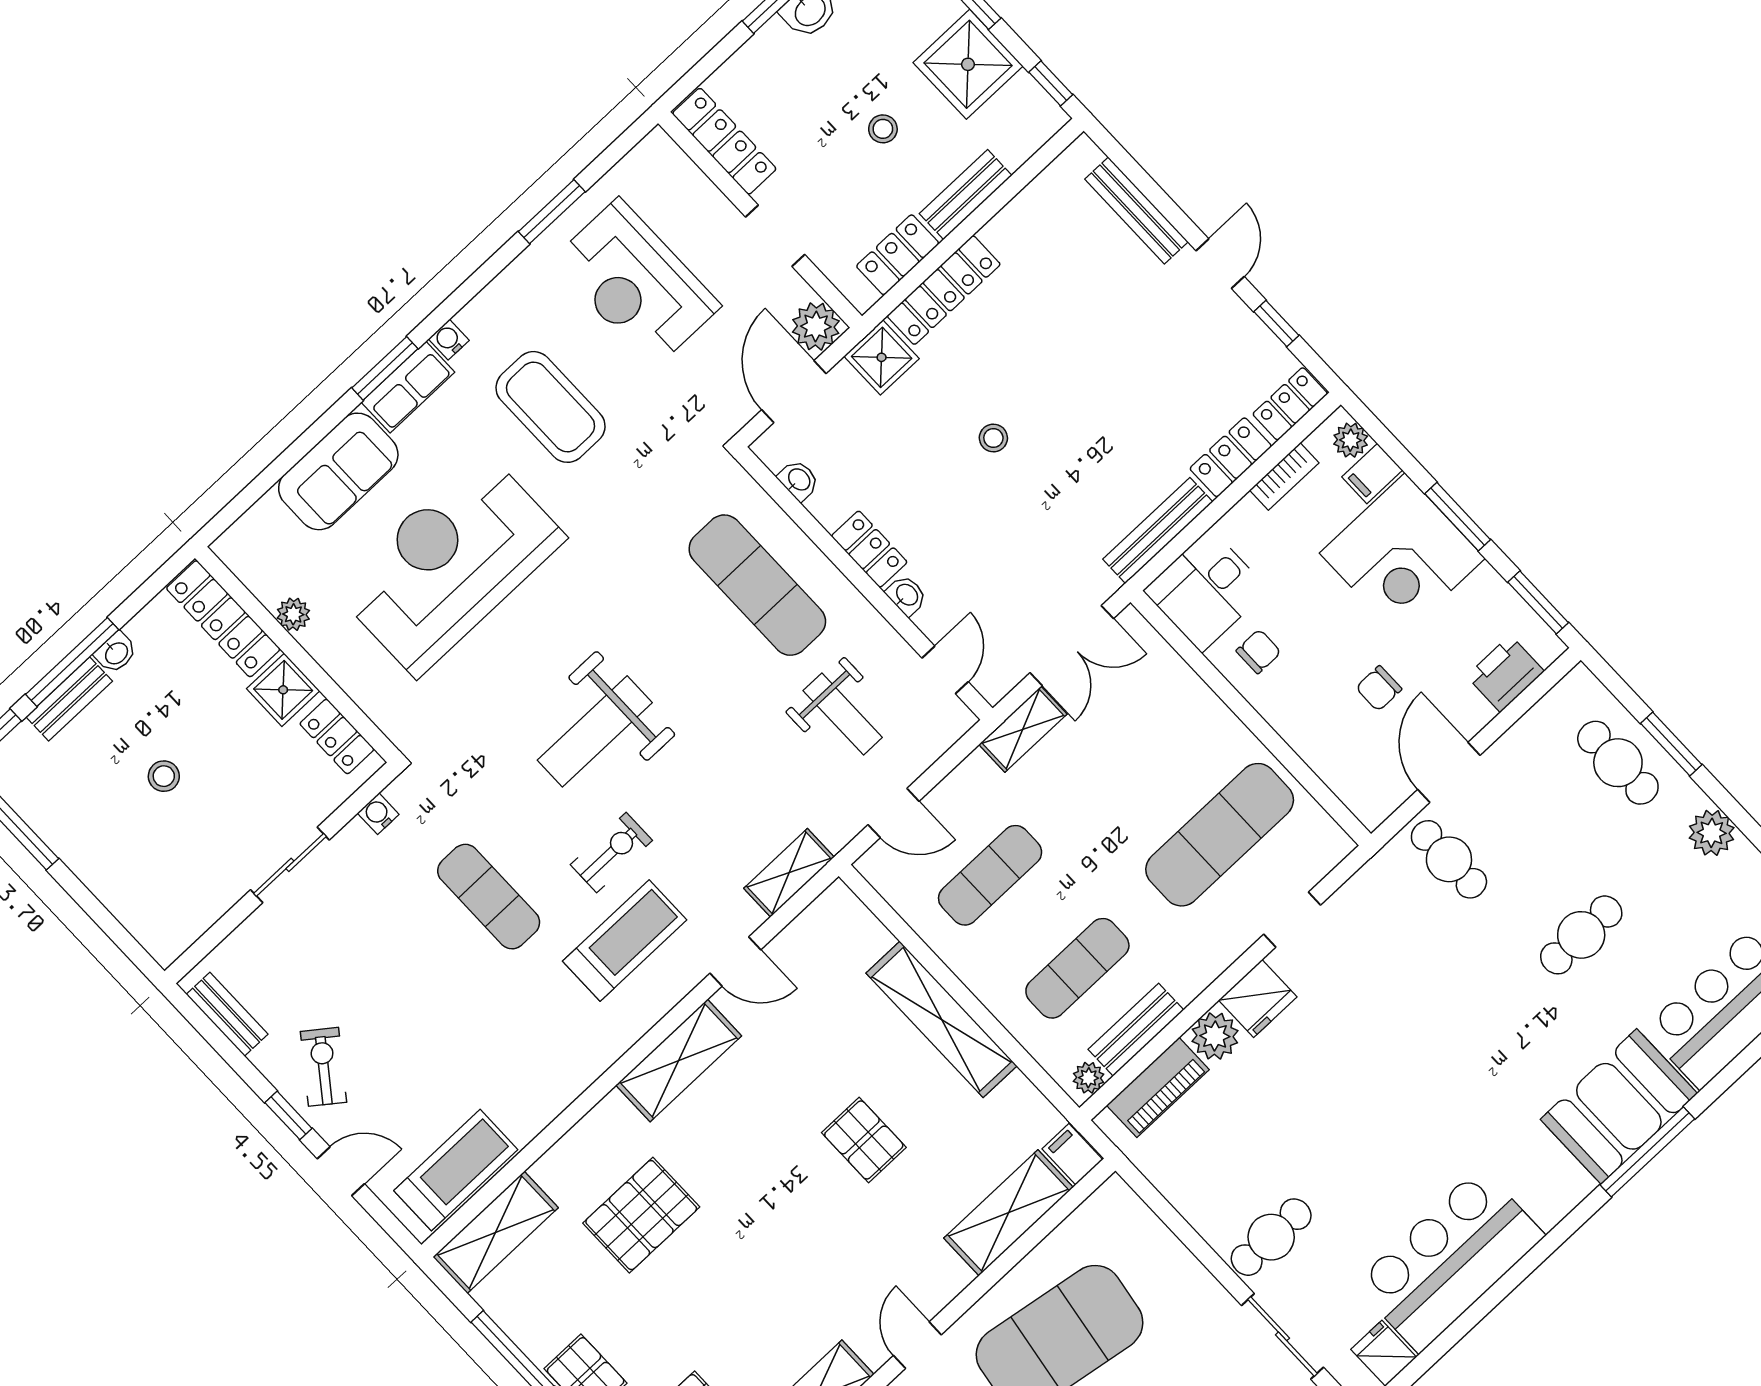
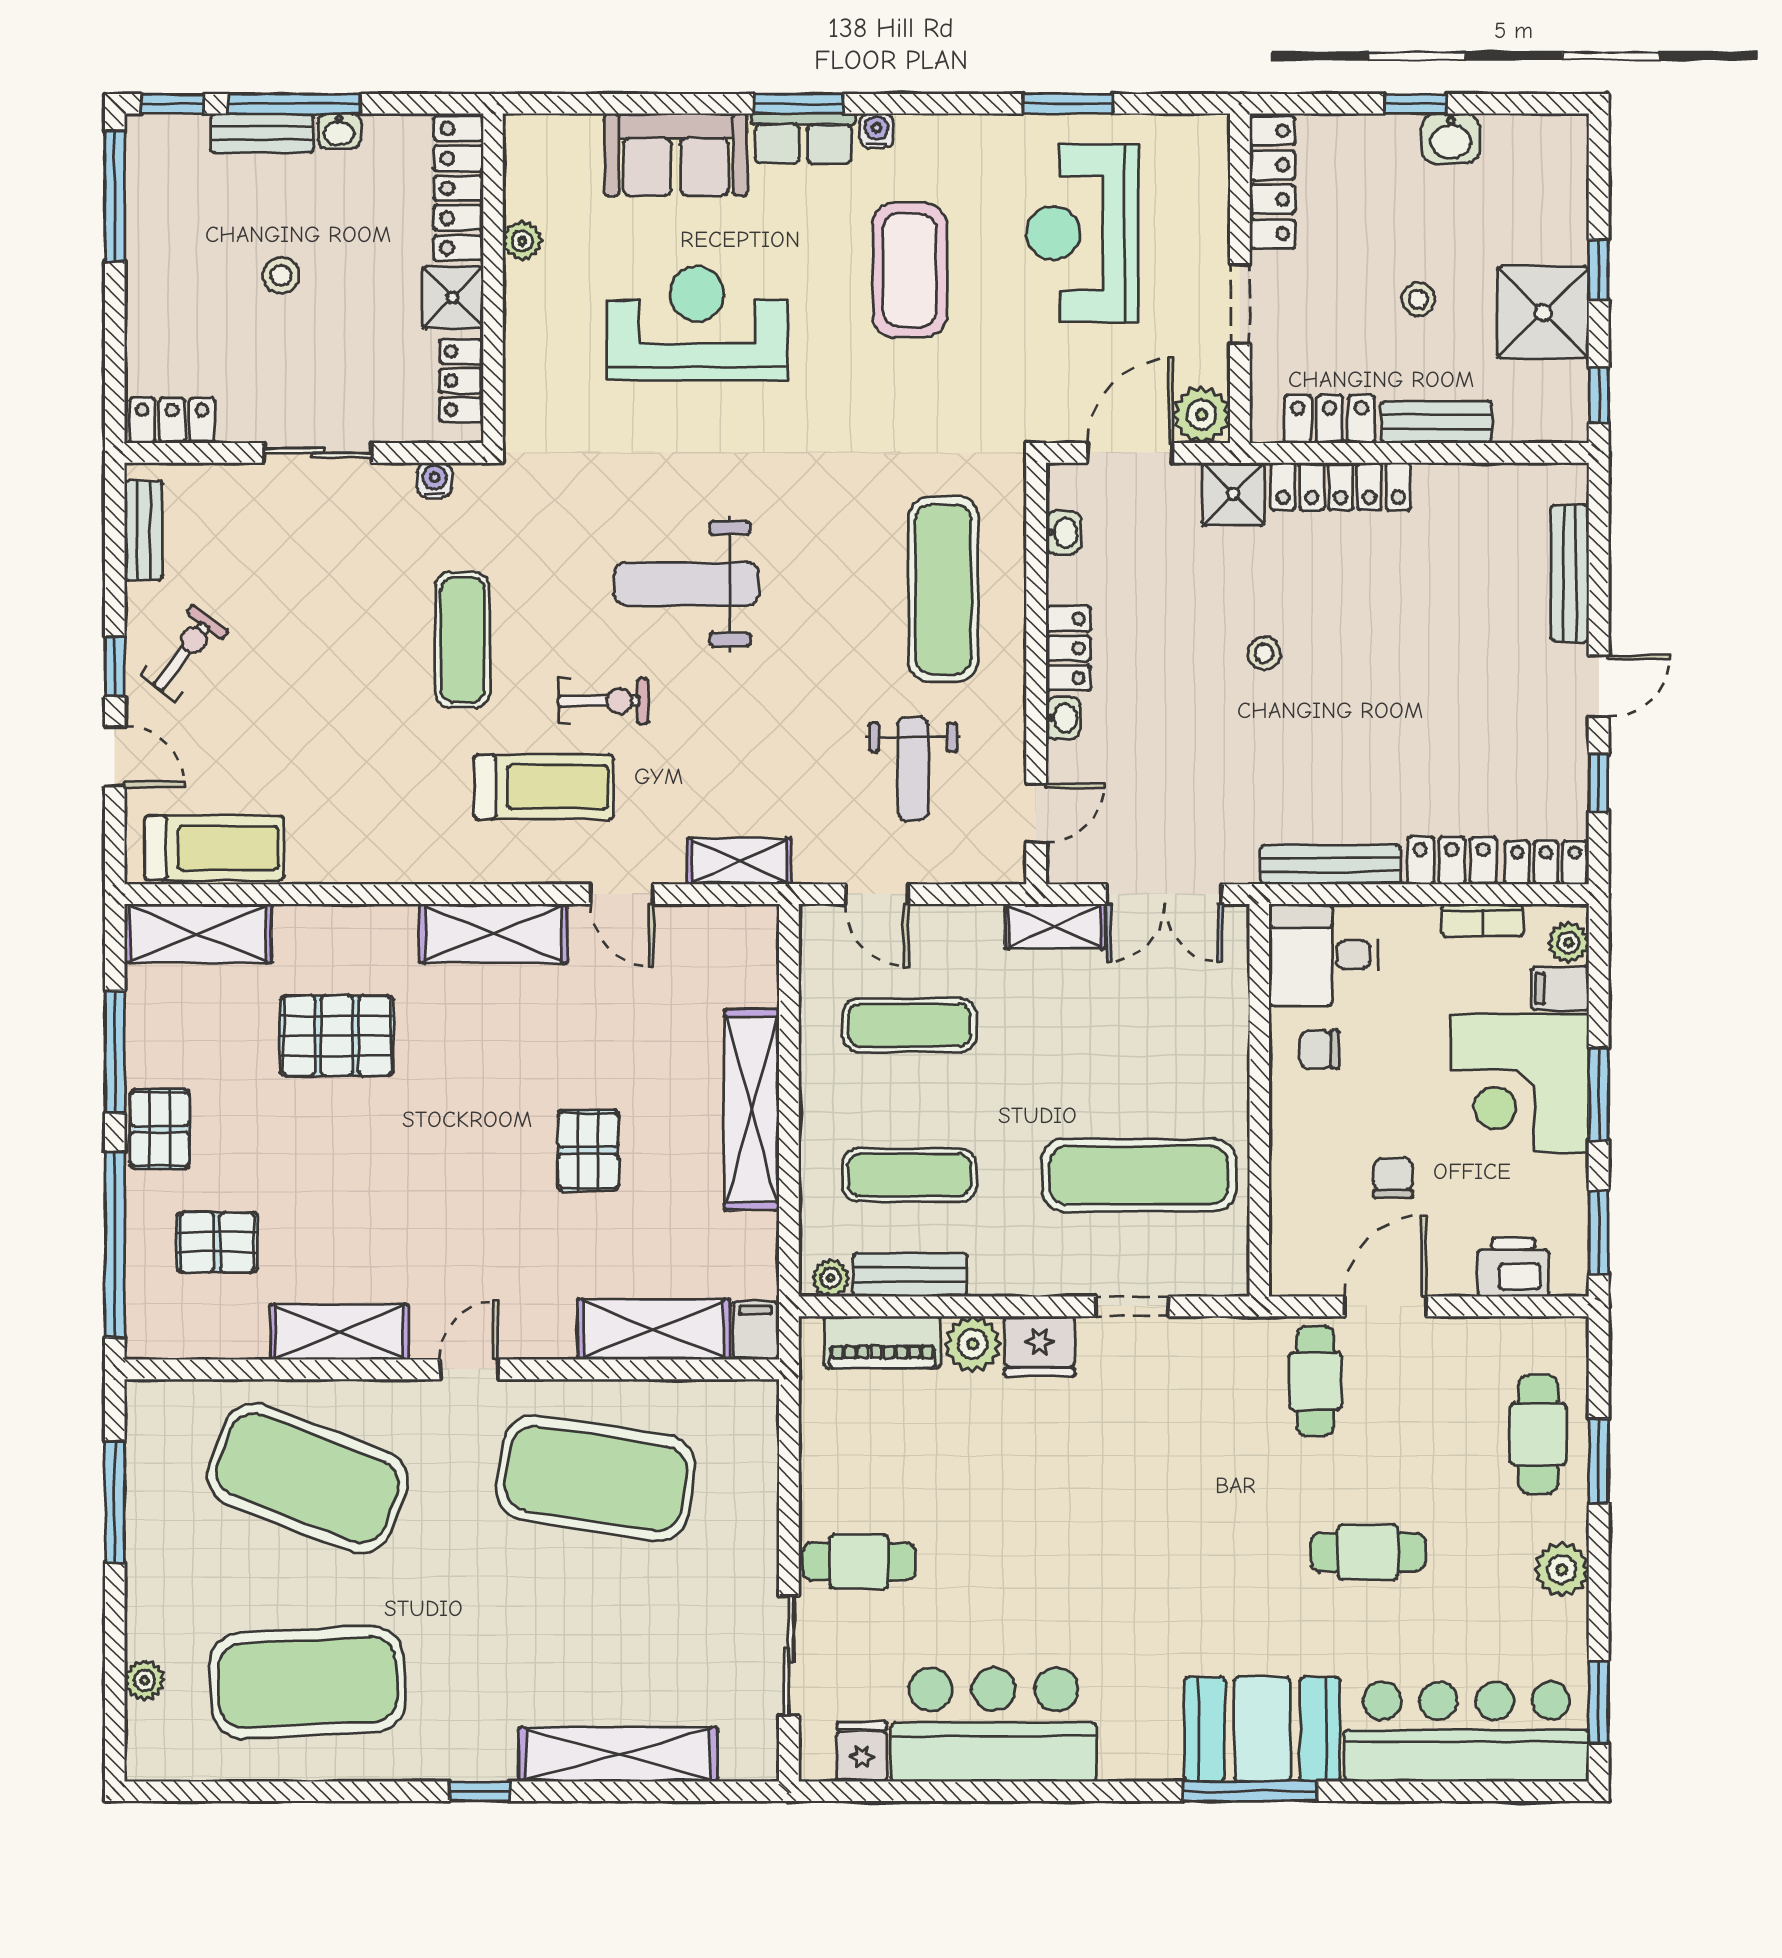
reception desk: (450, 564) -> (697, 323), width x0.74, depth x0.77
chair: (1259, 651) -> (1320, 1050), turned 180
chair: (1379, 688) -> (1393, 1178), turned 90
locker: (181, 930) -> (172, 420), added

